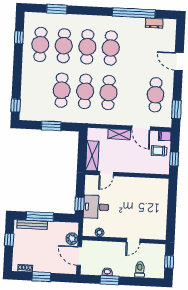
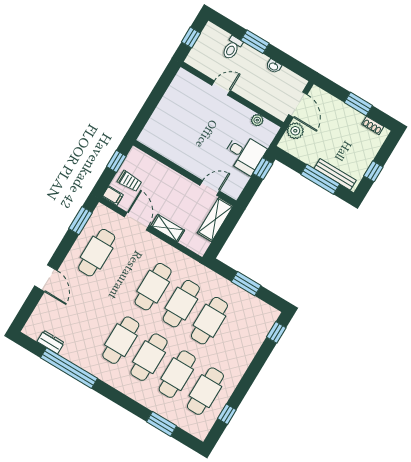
window: (110, 280) -> (255, 42), moved

